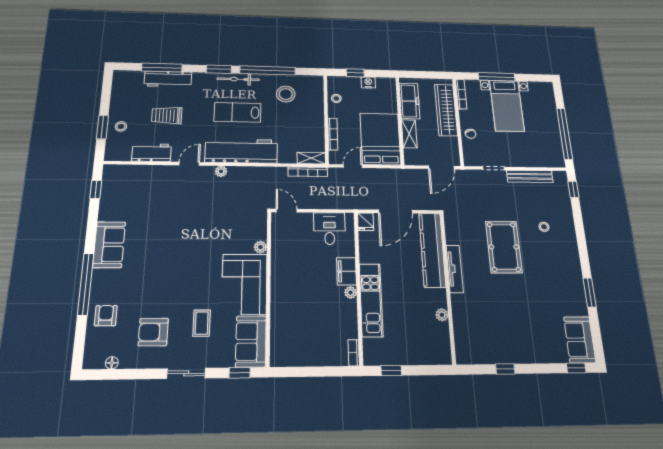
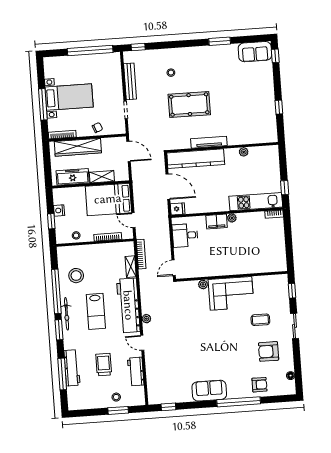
trolley: (167, 115) -> (104, 365), turned 180
shelving: (311, 158) -> (131, 267), moved
kitchen unit: (371, 300) -> (256, 202), moved
armchair: (106, 316) -> (259, 385), turned 180
armchair: (153, 332) -> (269, 351), turned 90
sofa: (251, 341) -> (271, 285), removed

